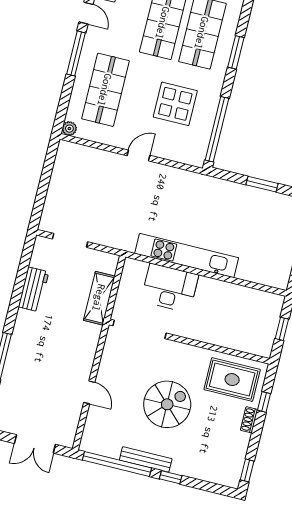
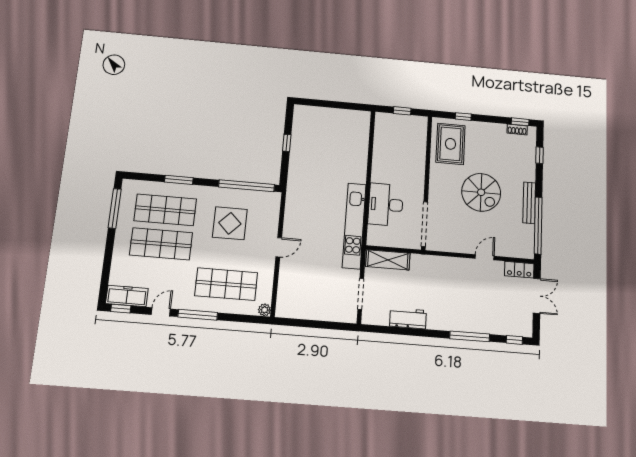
door: (138, 156) -> (279, 247), swing flipped
window: (262, 184) -> (287, 143), width x0.67
kitchen unit: (187, 256) -> (354, 226), moved
shelving: (99, 298) -> (388, 260), moved
spiral stairs: (167, 404) -> (481, 192), turned 180
shoe rack: (249, 420) -> (517, 129), moved
locker: (68, 430) -> (519, 270), added
window: (171, 477) -> (539, 155), moved

